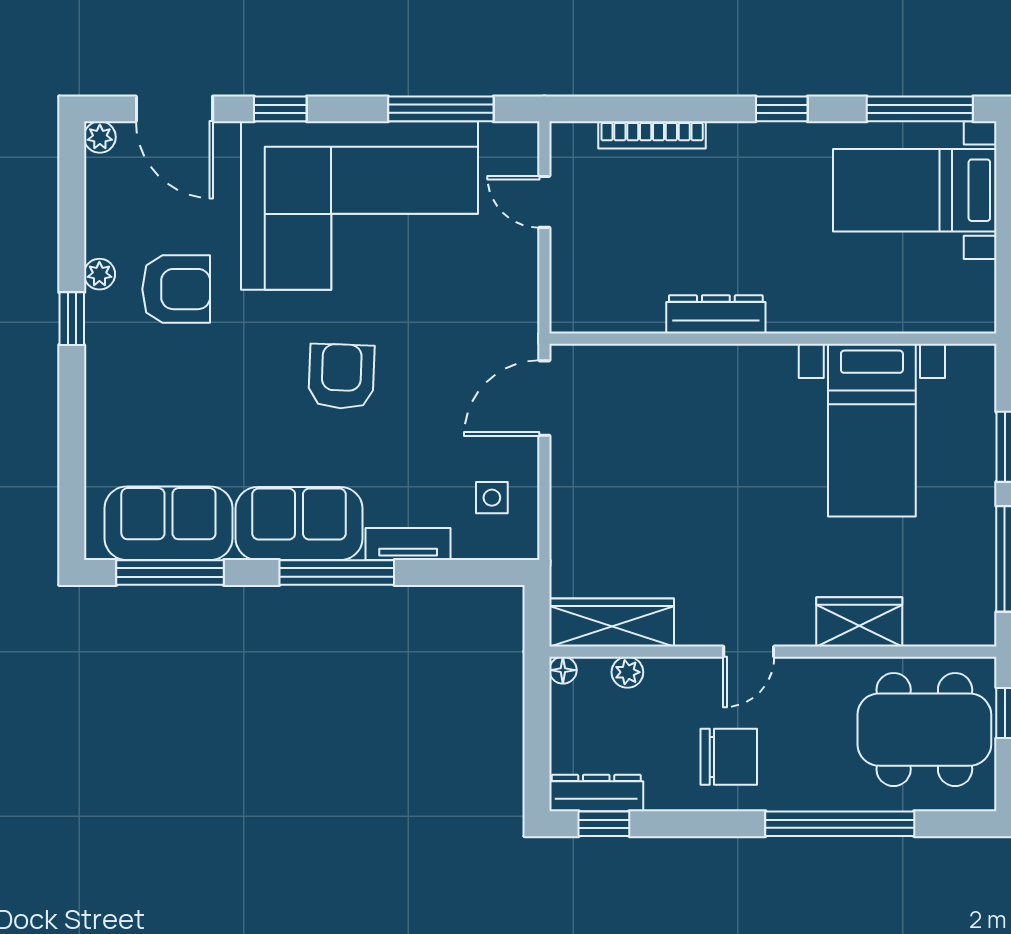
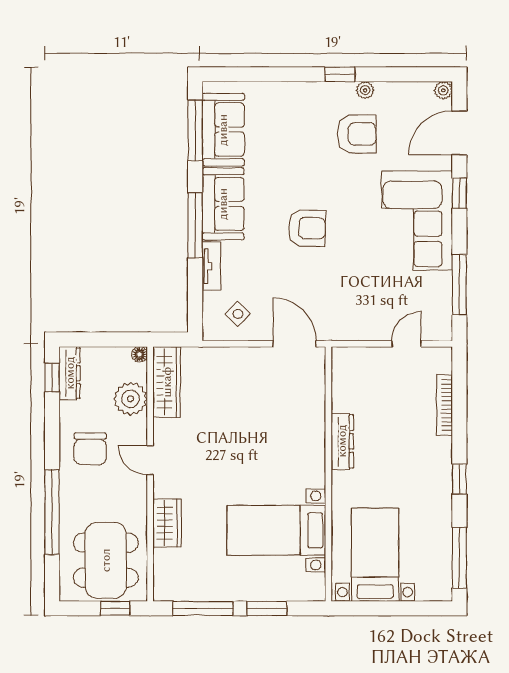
bed with nightstands: (915, 190) -> (375, 555), moved
corner sofa: (360, 206) -> (417, 220), width x0.73, depth x0.74
armchair: (176, 289) -> (357, 134), turned -90
side table: (492, 498) -> (238, 314), turned 45
plant: (627, 672) -> (131, 399), width x1.88, depth x1.88

